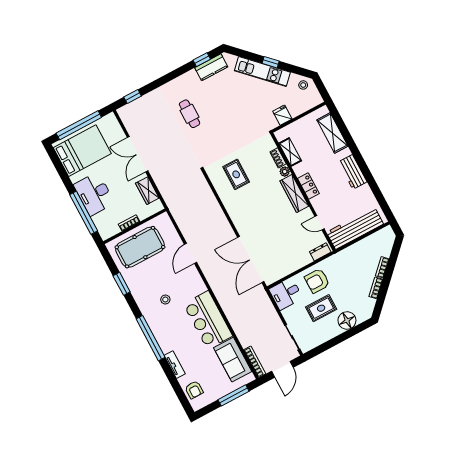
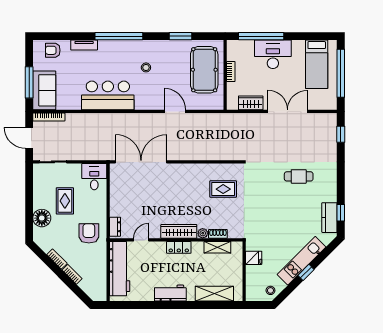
bed: (82, 151) -> (317, 64), width x0.67
armchair: (317, 281) -> (89, 233), moved
sofa: (233, 360) -> (44, 90), moved, turned 90

